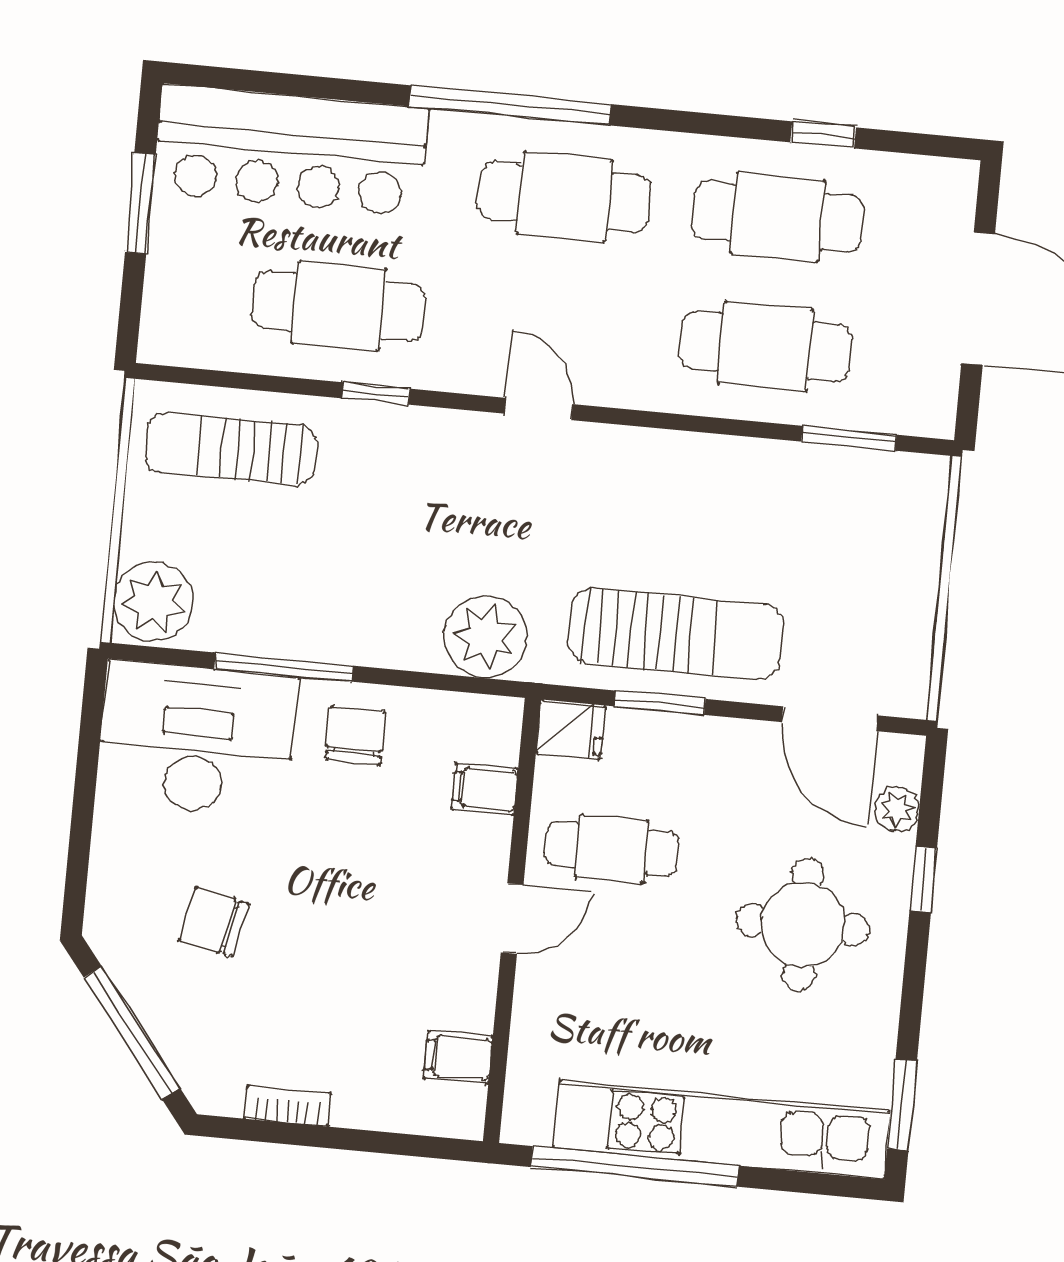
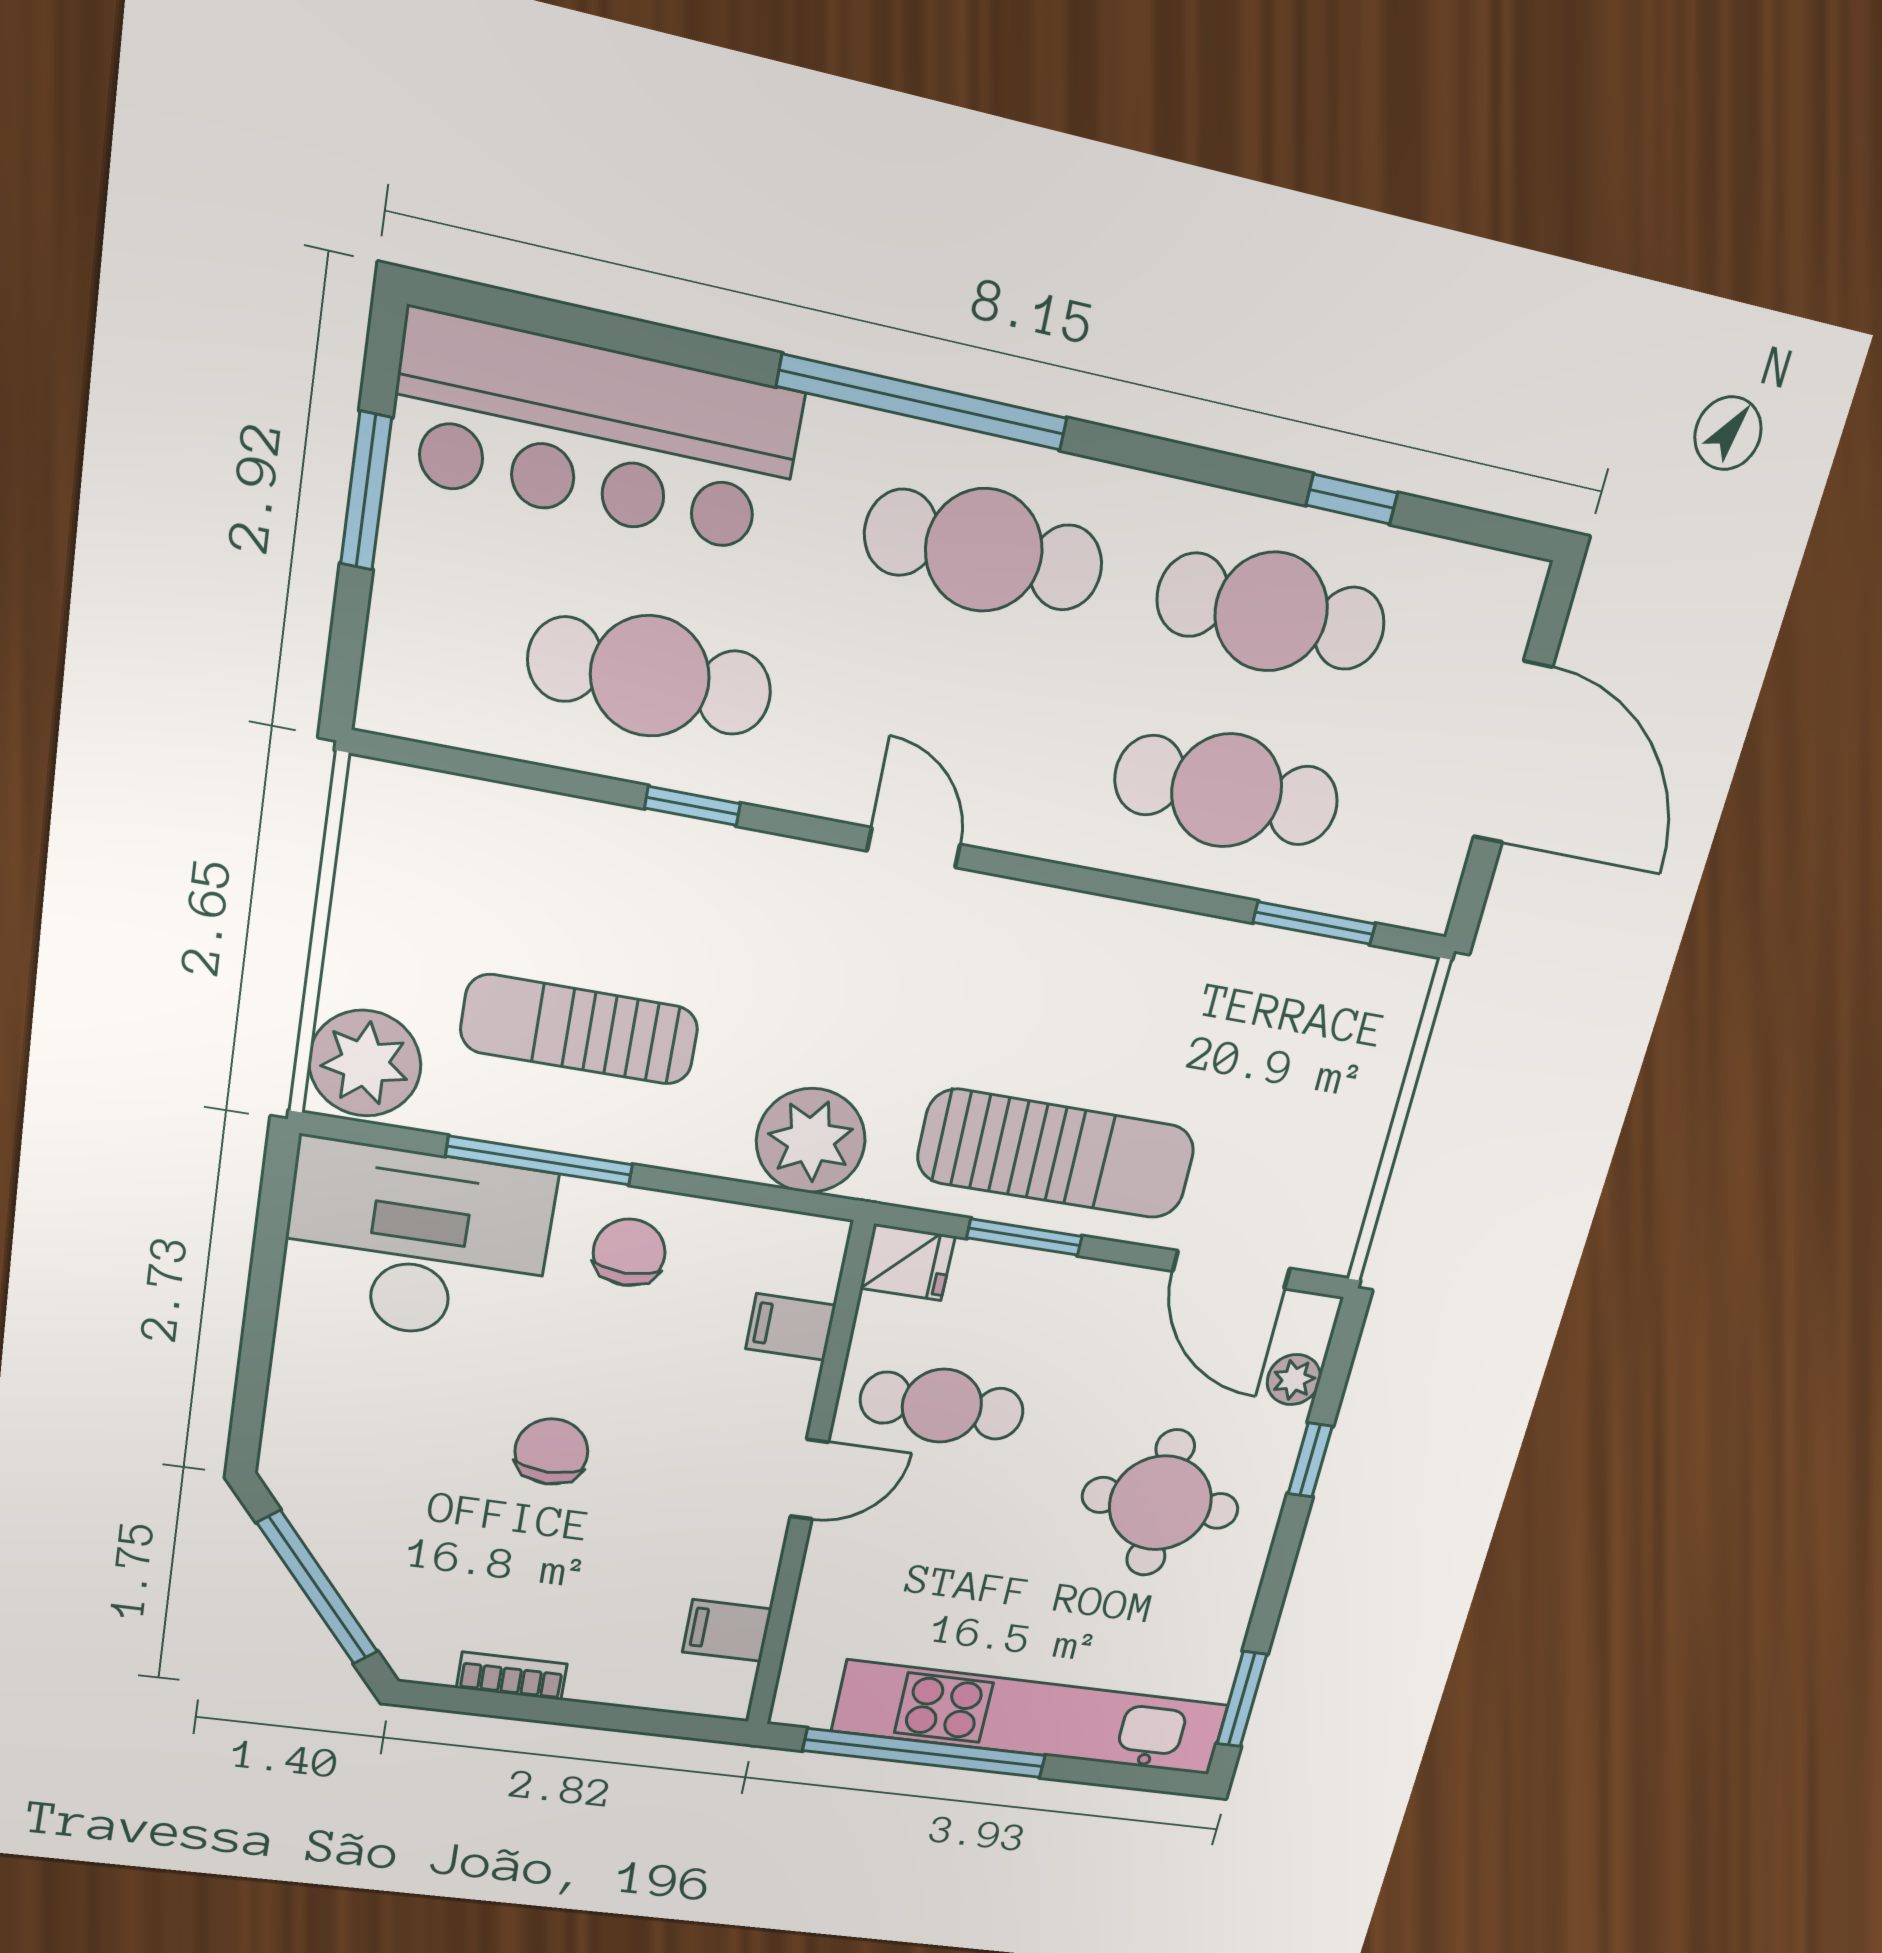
sun lounger: (231, 449) -> (580, 1030), moved
chair: (214, 922) -> (551, 1452), moved, turned 78

